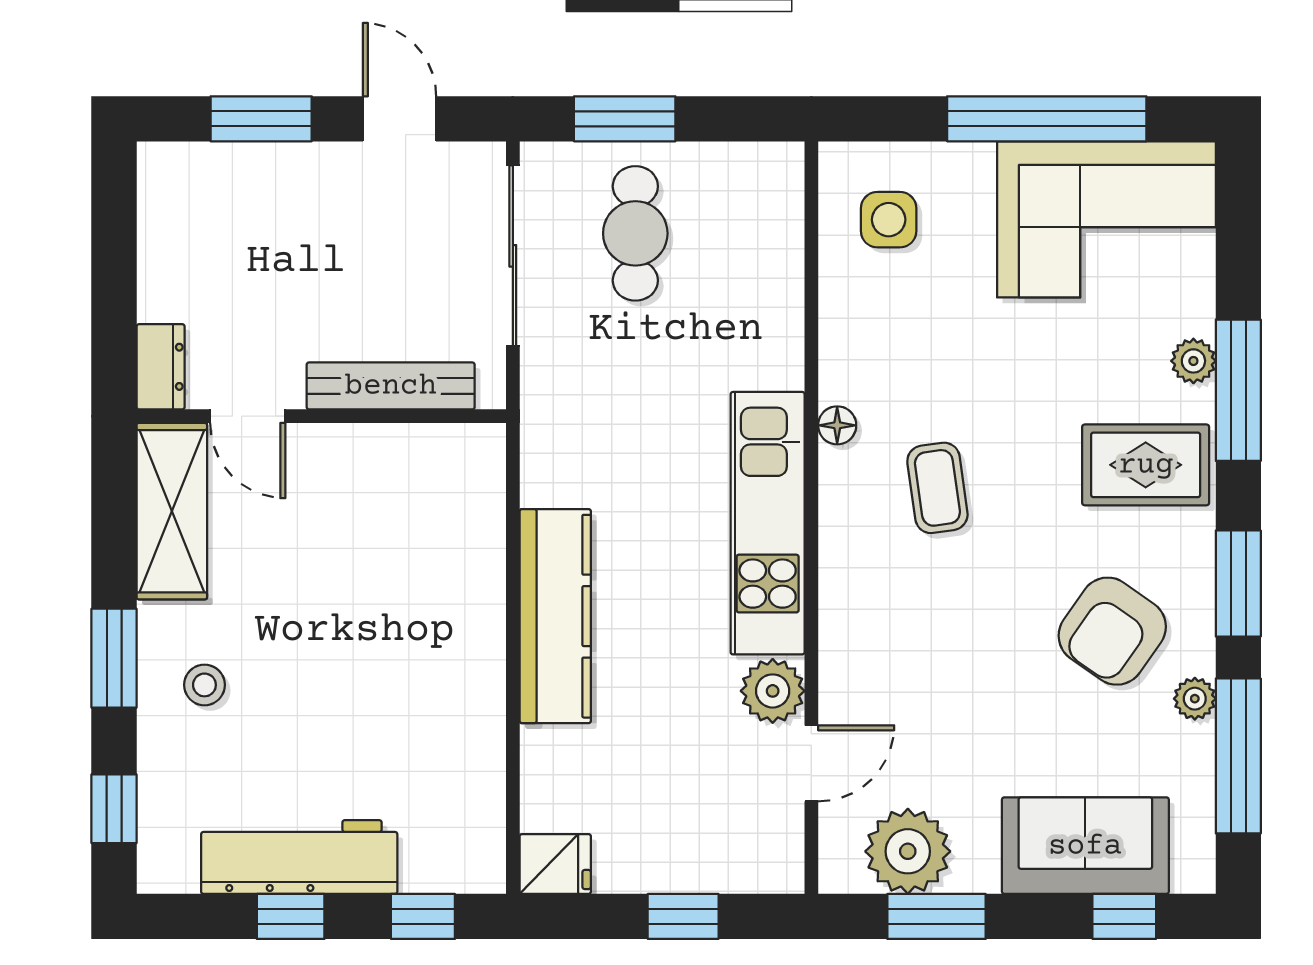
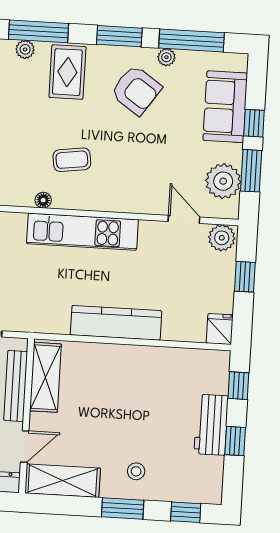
shelving: (415, 456) -> (45, 377), added
plant: (773, 691) -> (222, 238), moved
workbench: (299, 857) -> (211, 425), width x0.73
window: (1124, 916) -> (254, 123), moved

